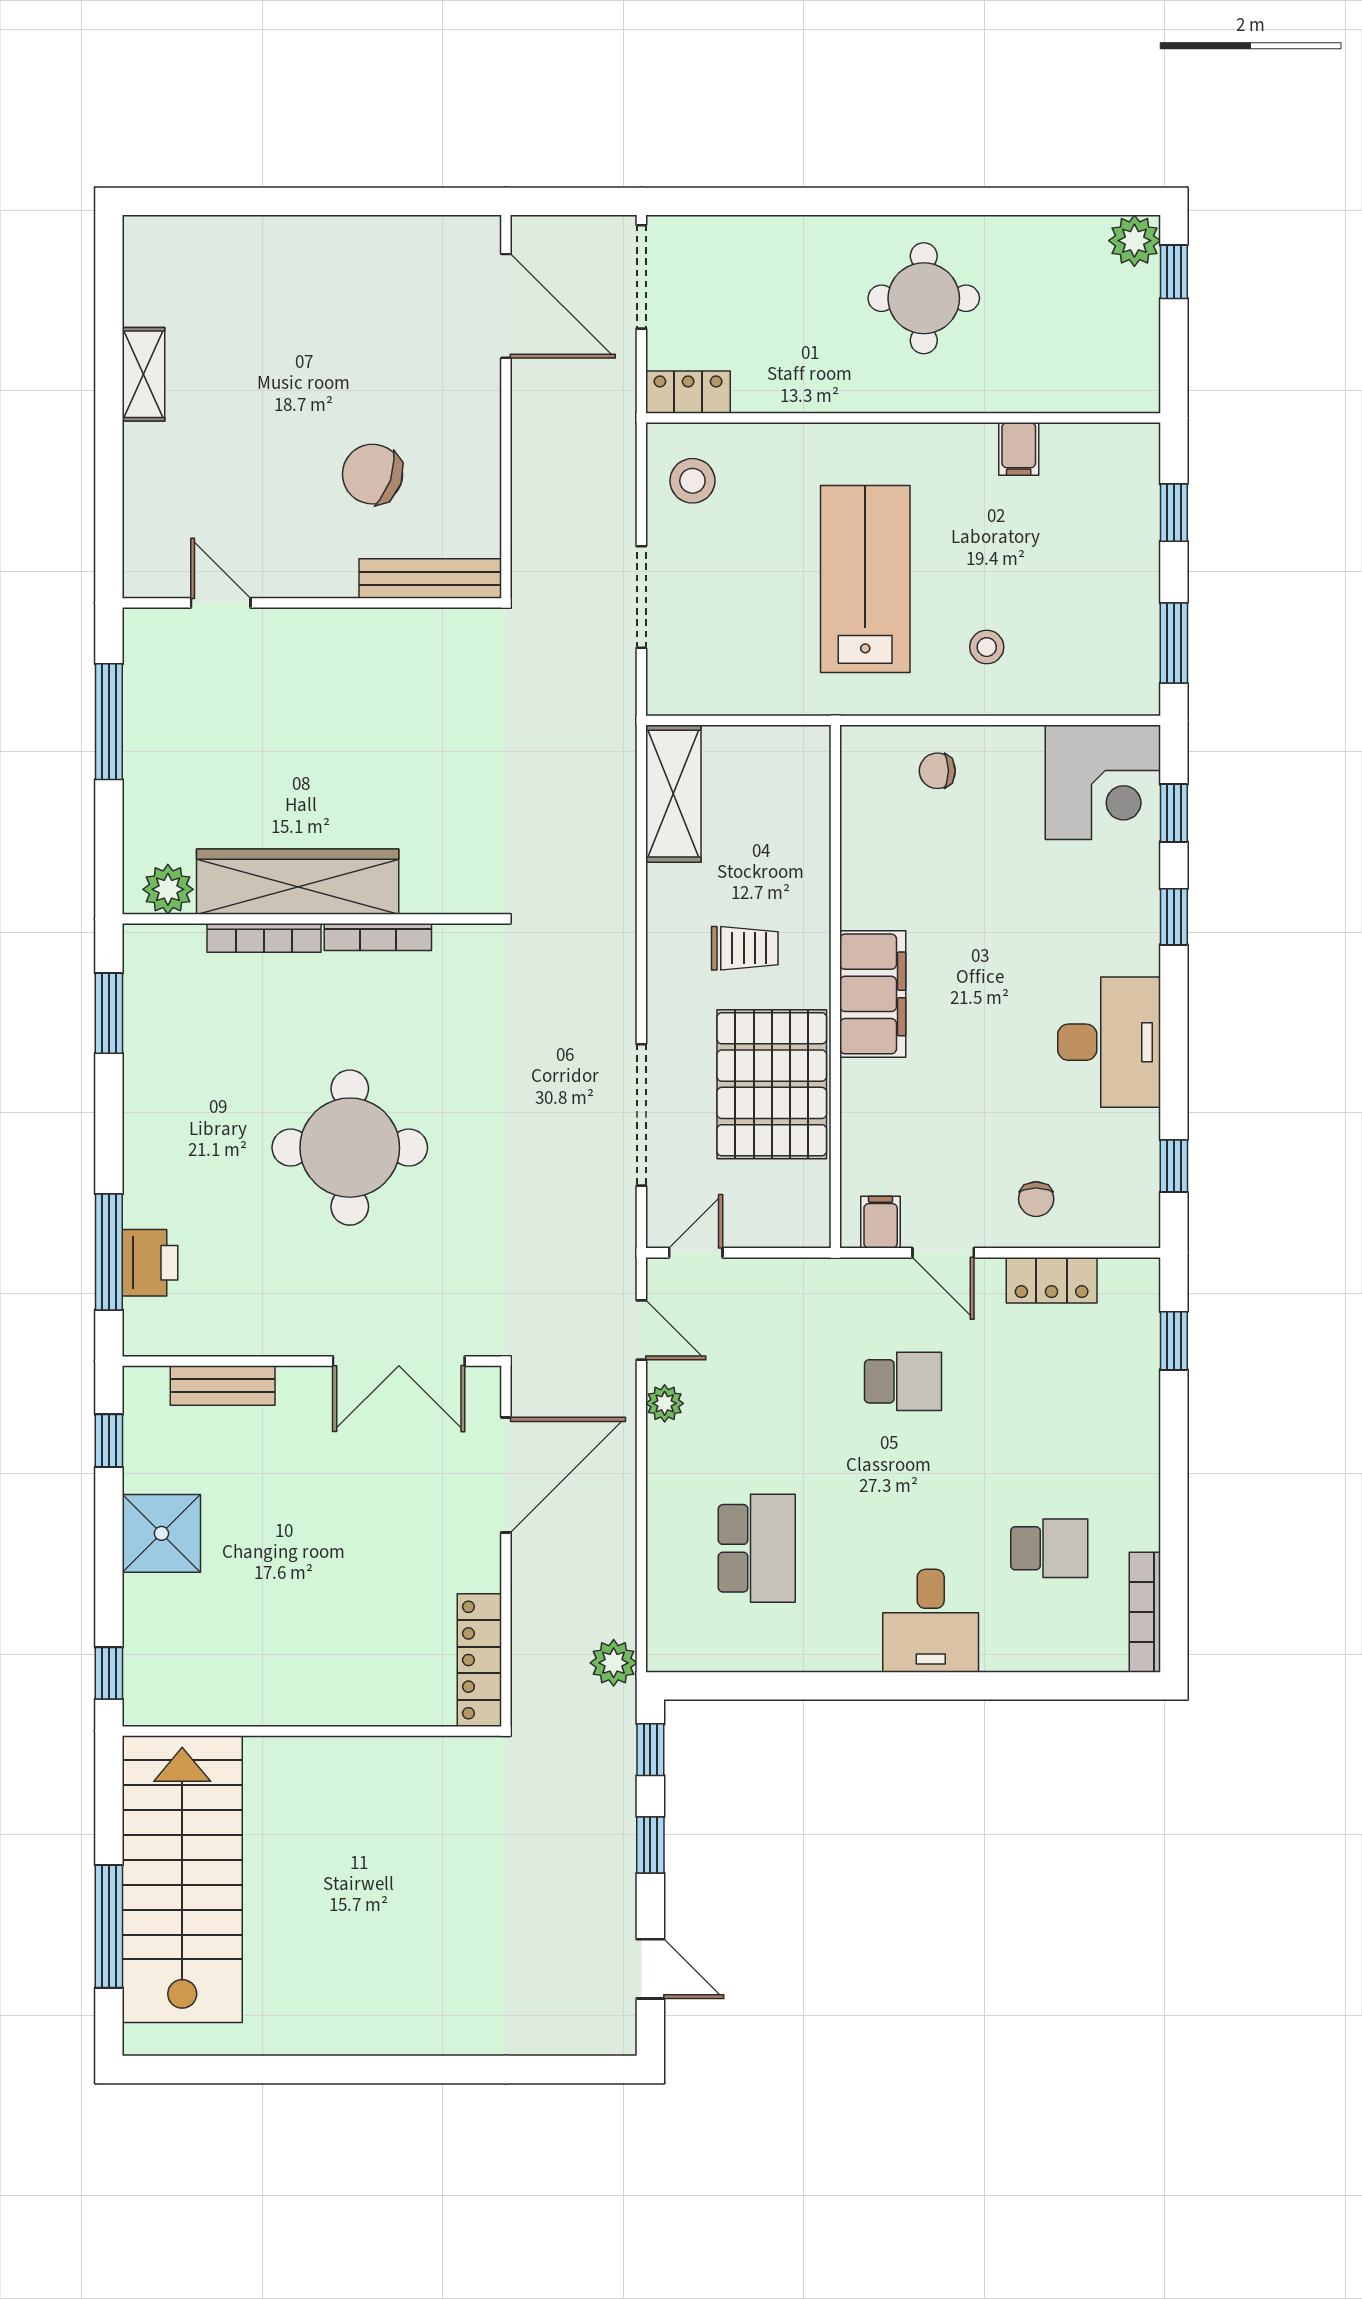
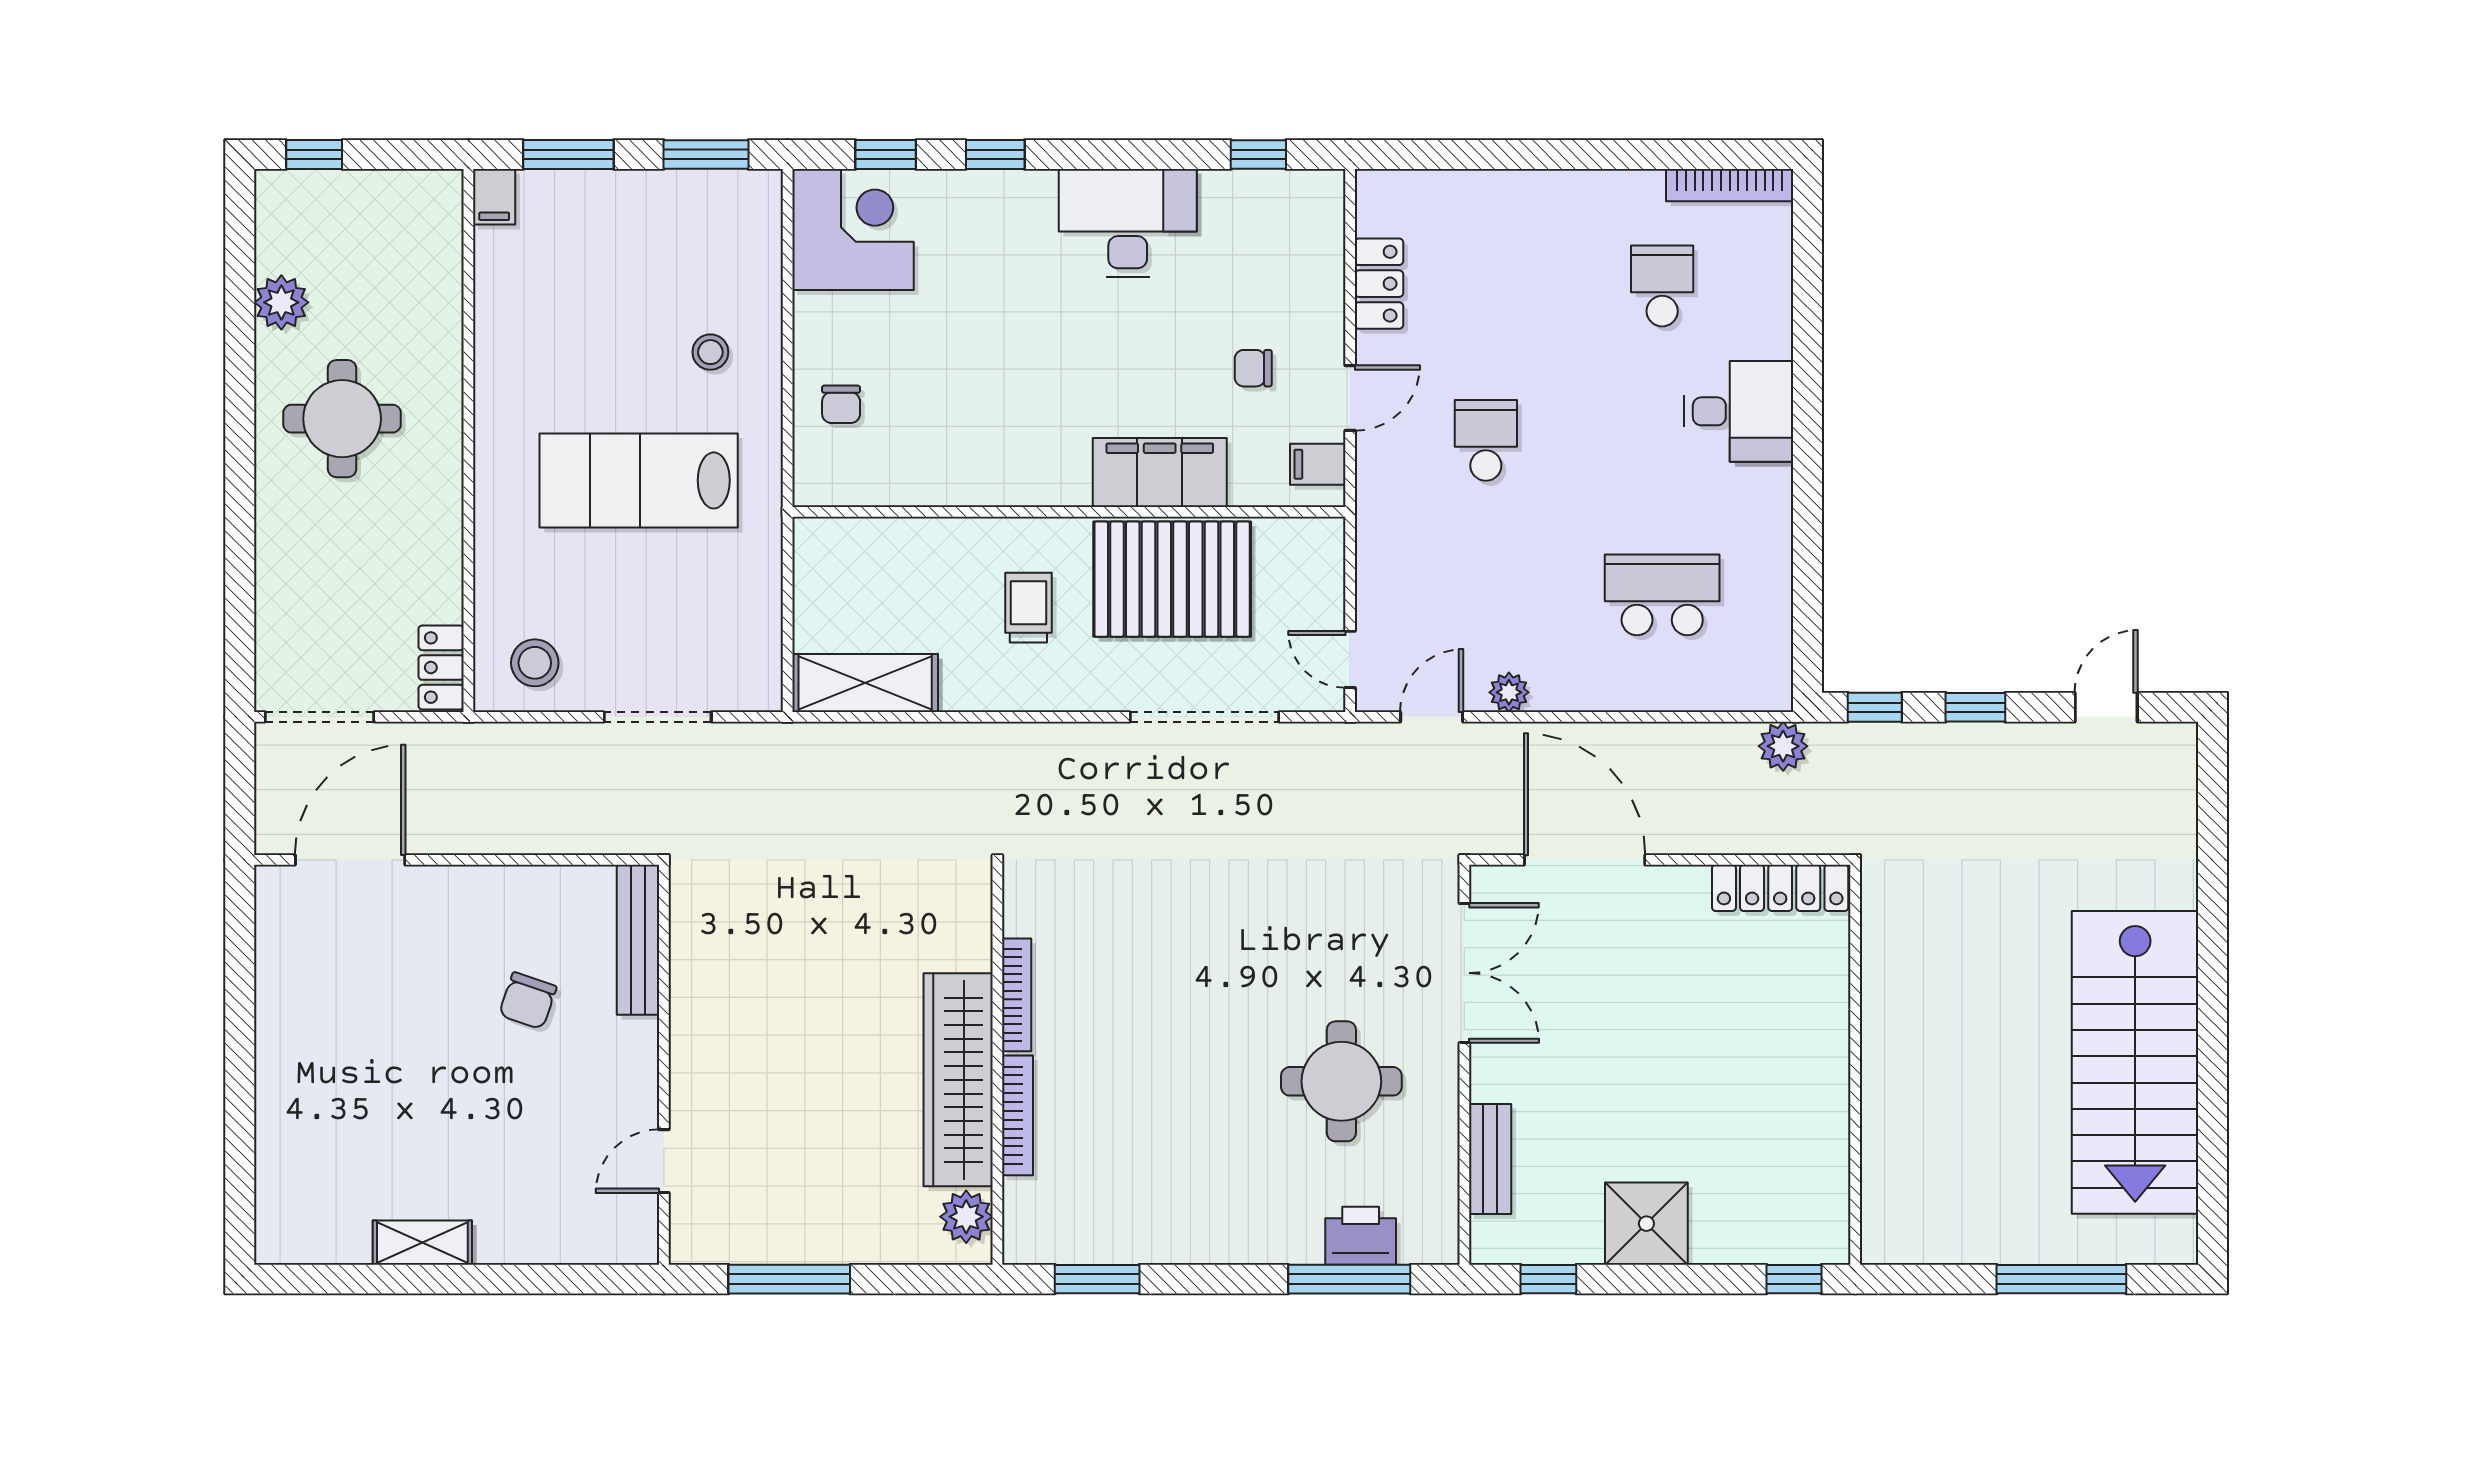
plant: (1134, 241) -> (281, 302), moved
filing cabinet: (1019, 449) -> (494, 197), moved, turned 90
chair: (373, 474) -> (528, 1001), width x0.73, depth x0.73
window: (1174, 513) -> (568, 155), width x1.50
filing cabinet: (873, 994) -> (1160, 472), moved
round table: (350, 1148) -> (1341, 1081), moved, width x0.73, depth x0.73
chair: (1036, 1199) -> (1253, 368), moved, turned 180
window: (1174, 1341) -> (1443, 155), removed
stairs: (182, 1879) -> (2135, 1062), moved, turned -90

